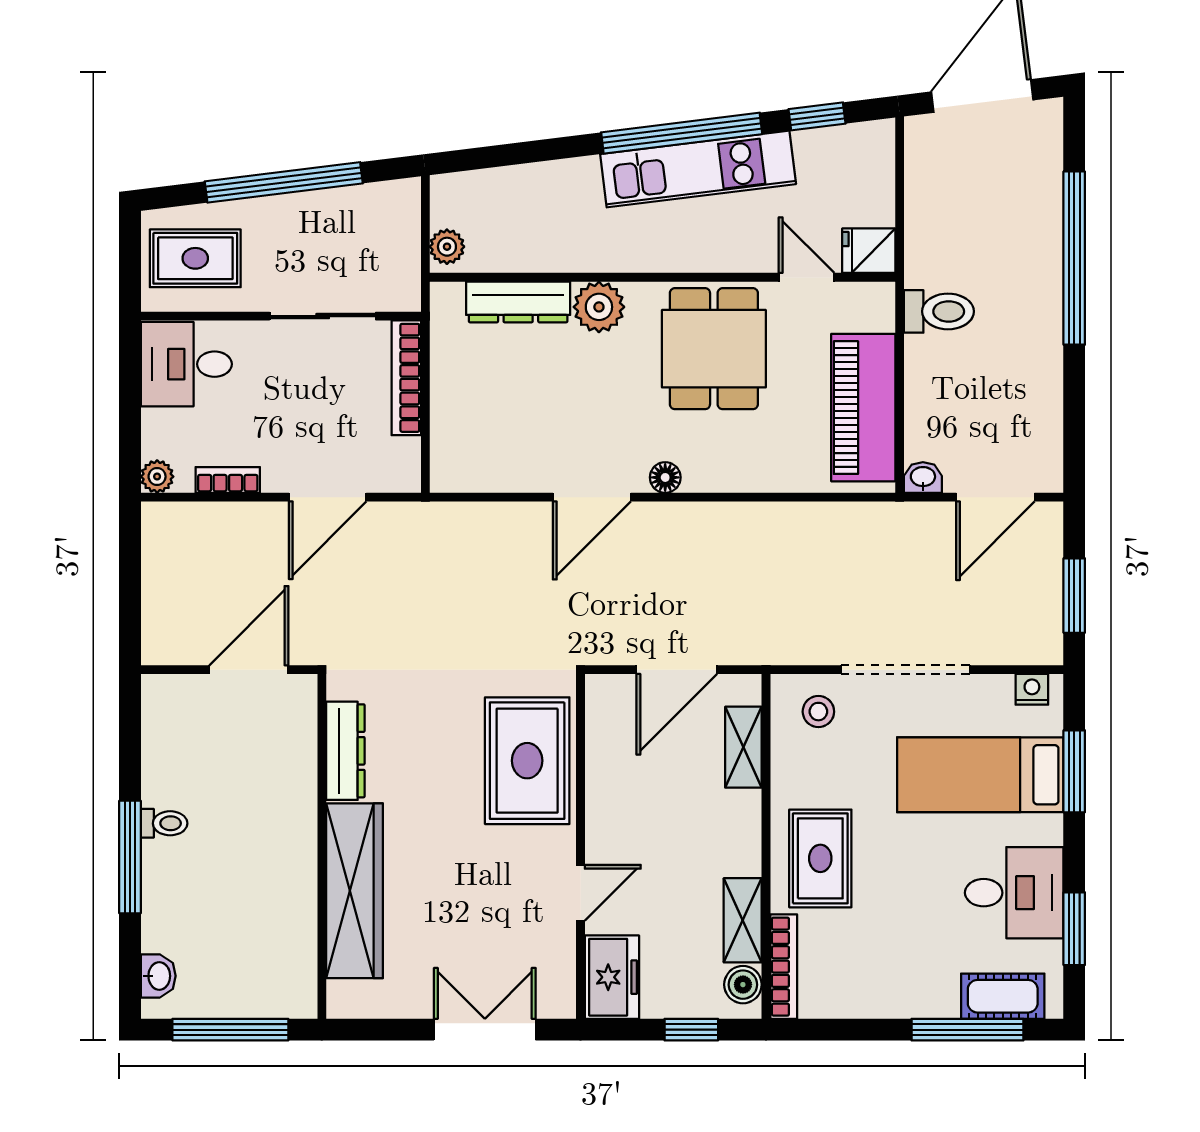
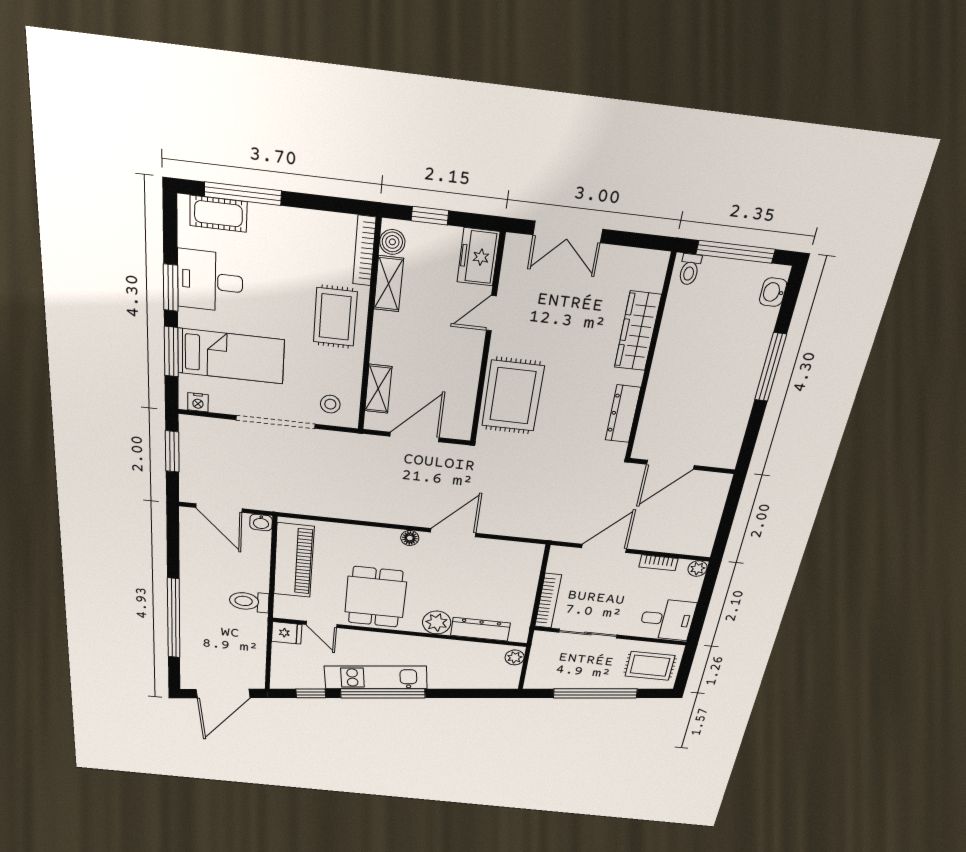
door: (995, 497) -> (219, 508), swing flipped
toilet: (164, 823) -> (690, 269), moved, turned -90
wardrobe: (354, 891) -> (638, 331), width x0.71, depth x0.85
window: (1074, 929) -> (171, 288), moved

